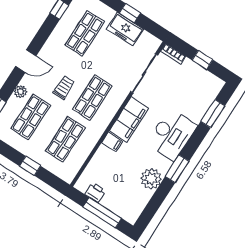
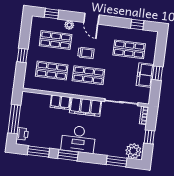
desk: (172, 135) -> (78, 139), moved
filing cabinet: (112, 142) -> (60, 102), width x2.00
plant: (151, 179) -> (133, 151), moved
printer: (95, 192) -> (22, 134), moved
window: (155, 202) -> (38, 151), added

